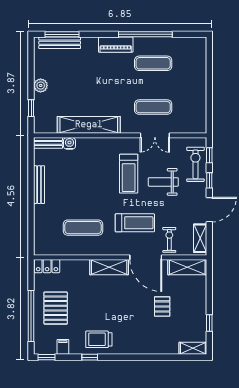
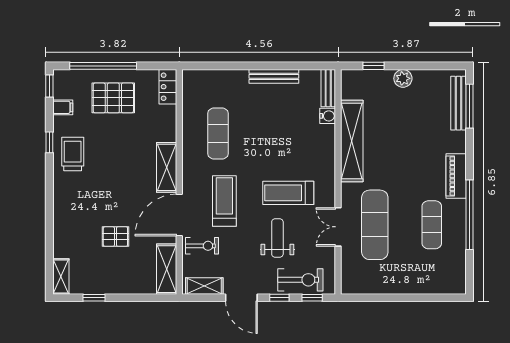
exercise mat: (153, 107) -> (375, 225), width x1.36, depth x1.45
treadmill: (135, 223) -> (224, 201), turned 180

